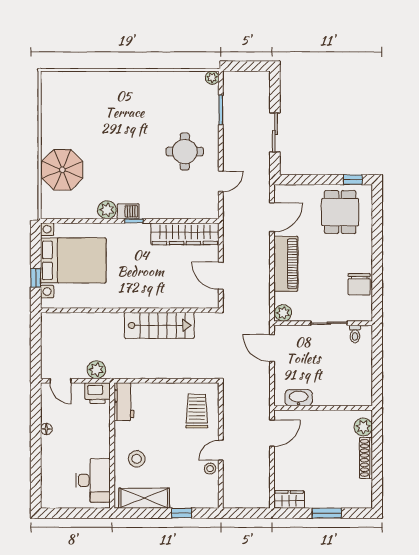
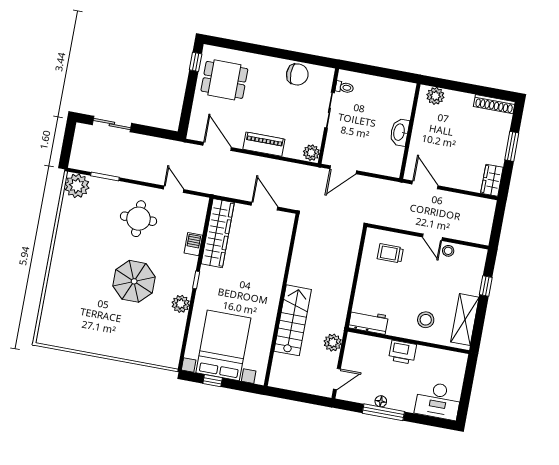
plant: (212, 78) -> (77, 186), width x1.87, depth x1.87
sliding door: (275, 132) -> (112, 124), moved
parasol: (62, 170) -> (134, 281), moved
barbecue: (128, 211) -> (193, 244), moved
piano: (286, 264) -> (264, 144), width x0.73, depth x0.75
door: (221, 276) -> (265, 206), swing flipped
window: (36, 278) -> (213, 381), moved
stairs: (159, 325) -> (293, 320), moved
printer: (98, 393) -> (403, 352), moved, turned 90
washbasin: (299, 398) -> (400, 132), moved
trolley: (197, 411) -> (390, 253), width x0.73, depth x0.72
window: (36, 434) -> (383, 412), added
shoe rack: (366, 458) -> (494, 104), moved
desk: (93, 480) -> (438, 401), moved, turned 180

